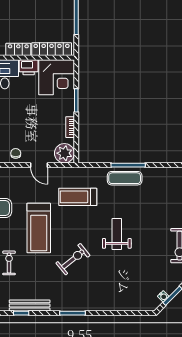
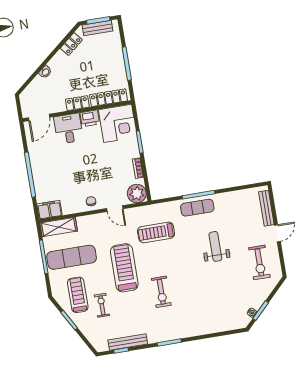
treadmill: (39, 228) -> (124, 268), turned 180
weight bench: (117, 234) -> (215, 246), moved
exercise bike: (73, 259) -> (161, 292), turned 129

